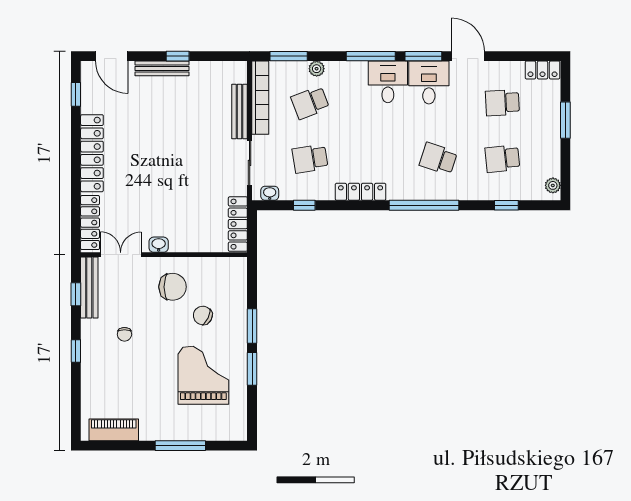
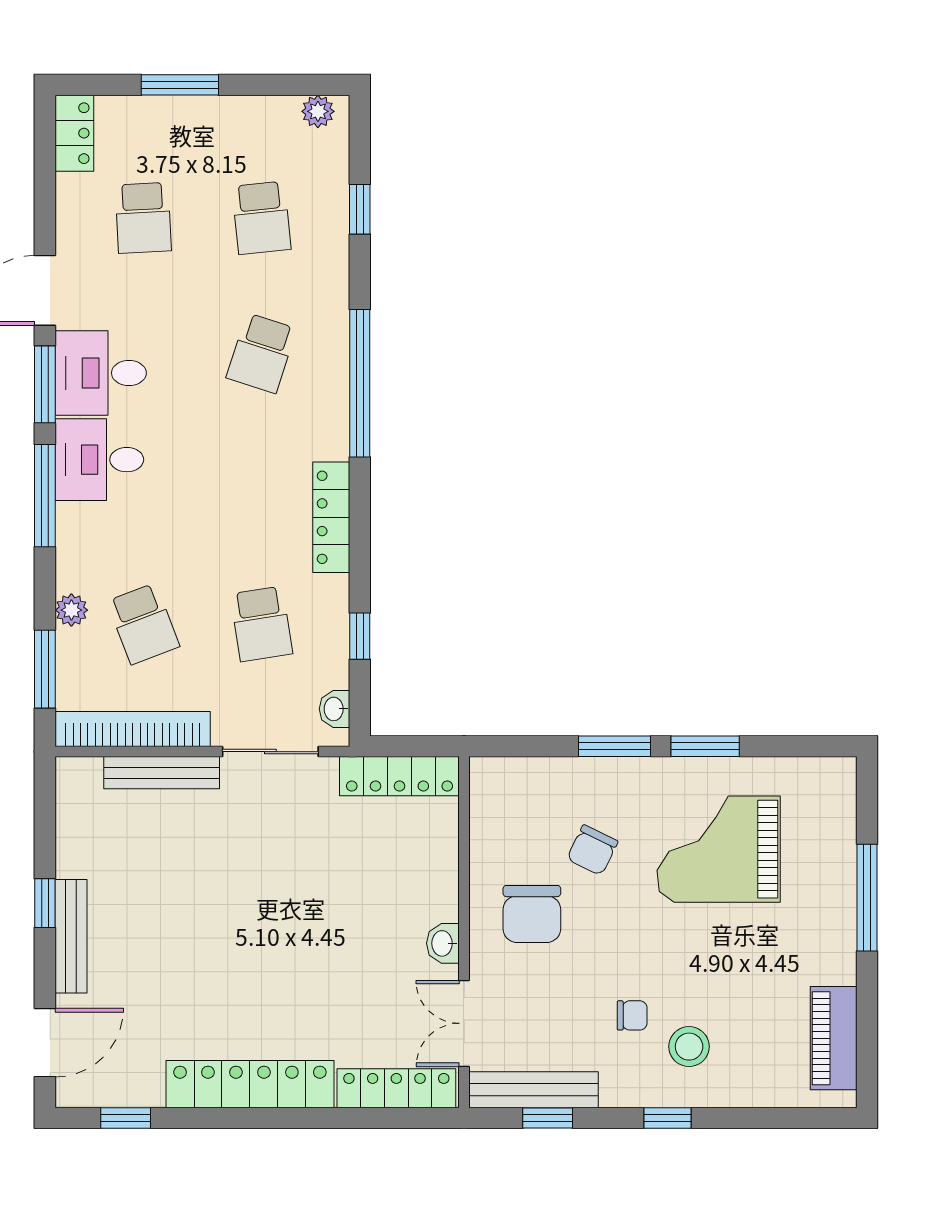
chair: (173, 287) -> (532, 914), turned 180
stool: (110, 361) -> (689, 1047), added

